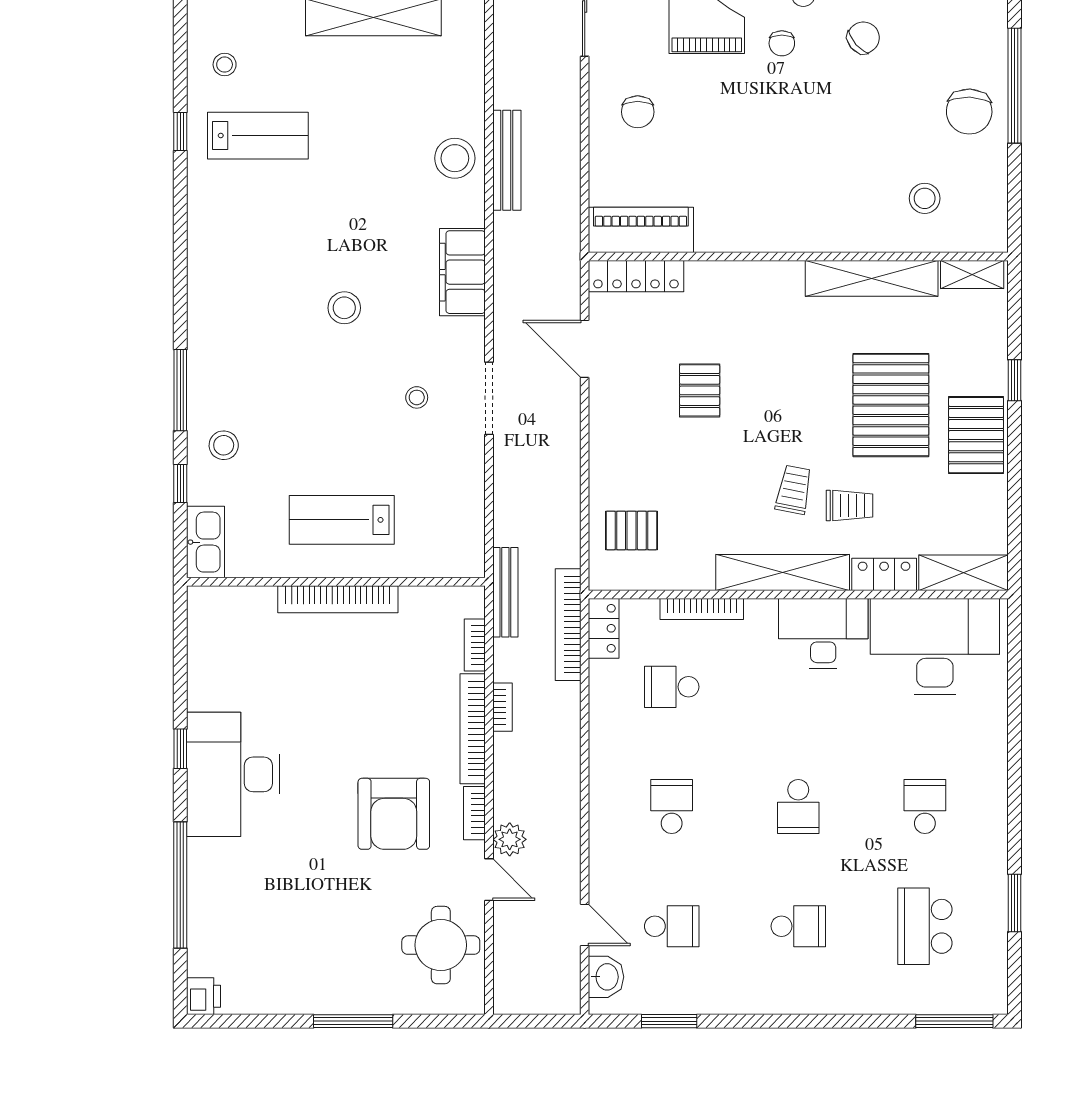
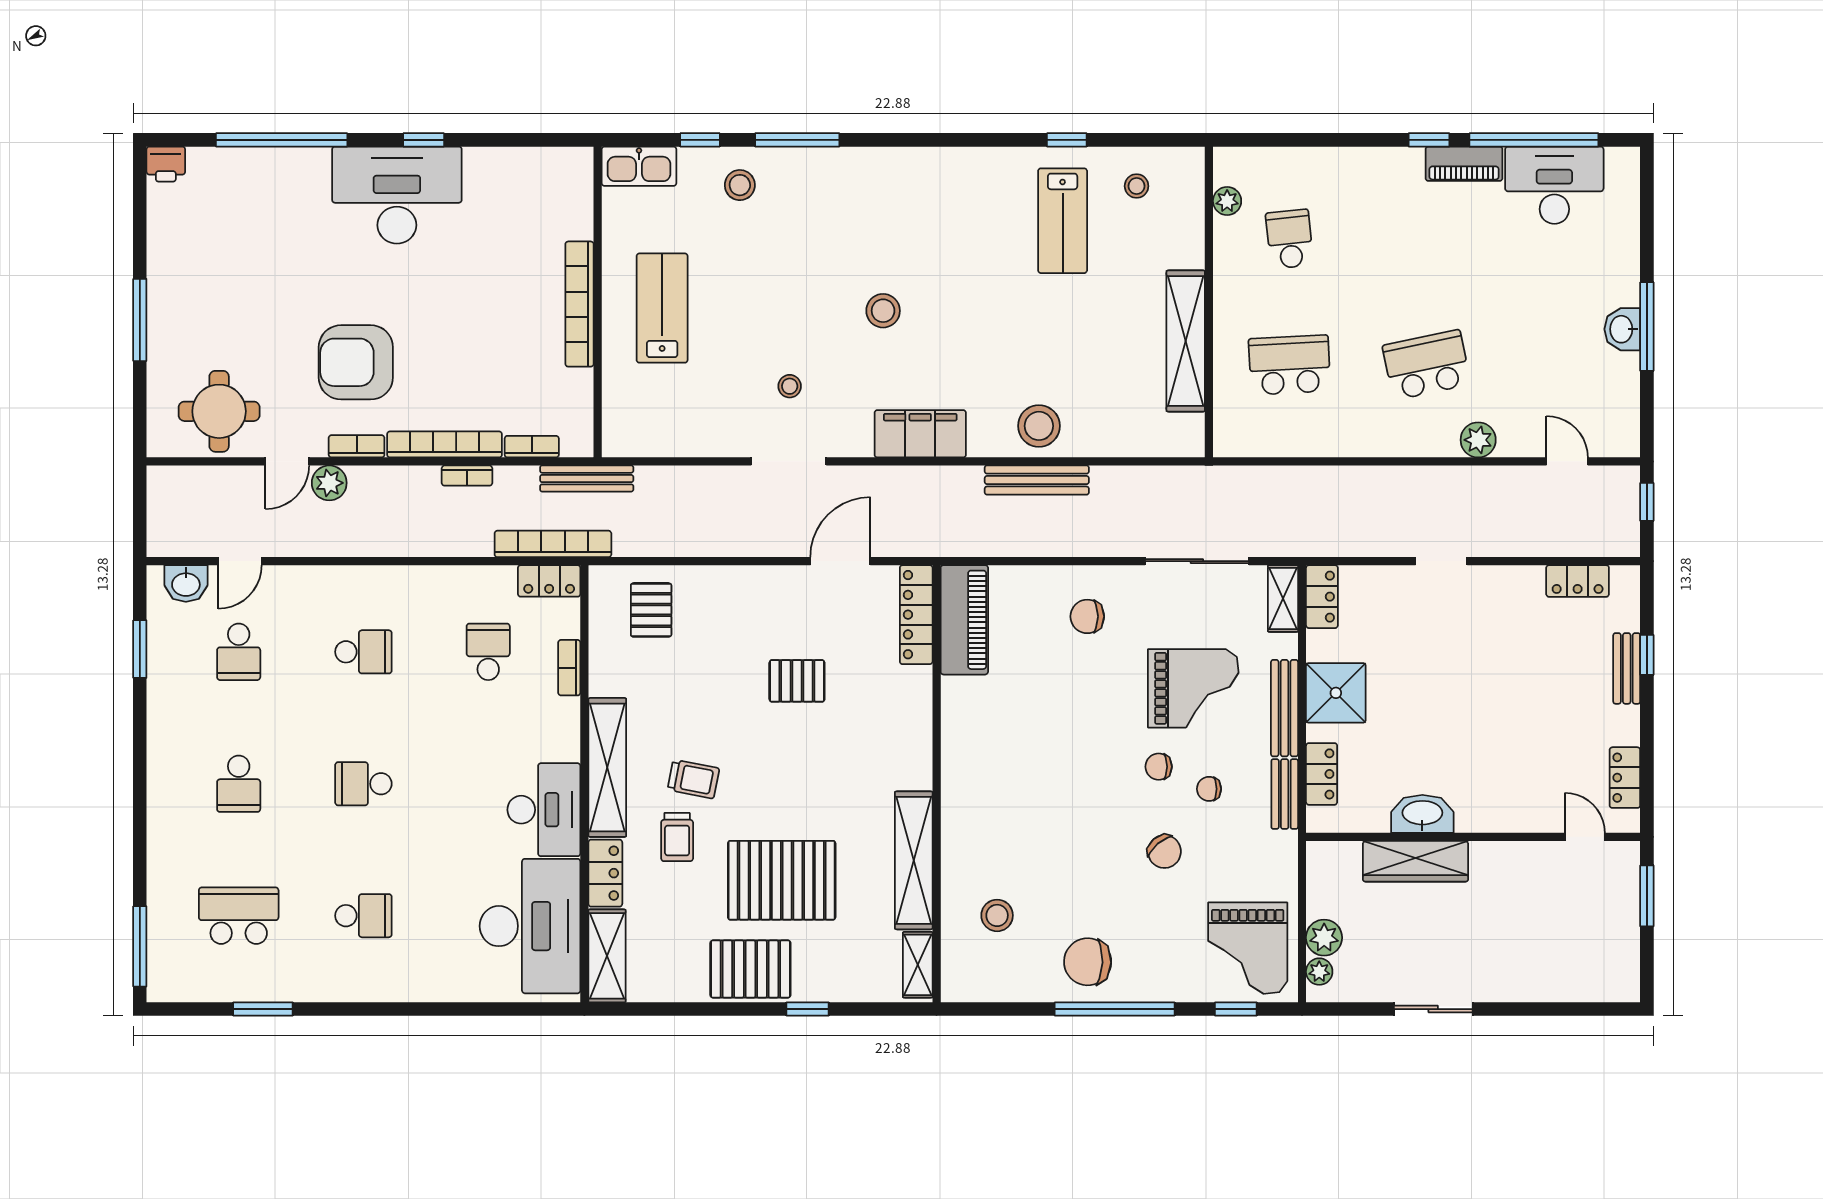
bookcase: (702, 609) -> (569, 668), width x0.64

